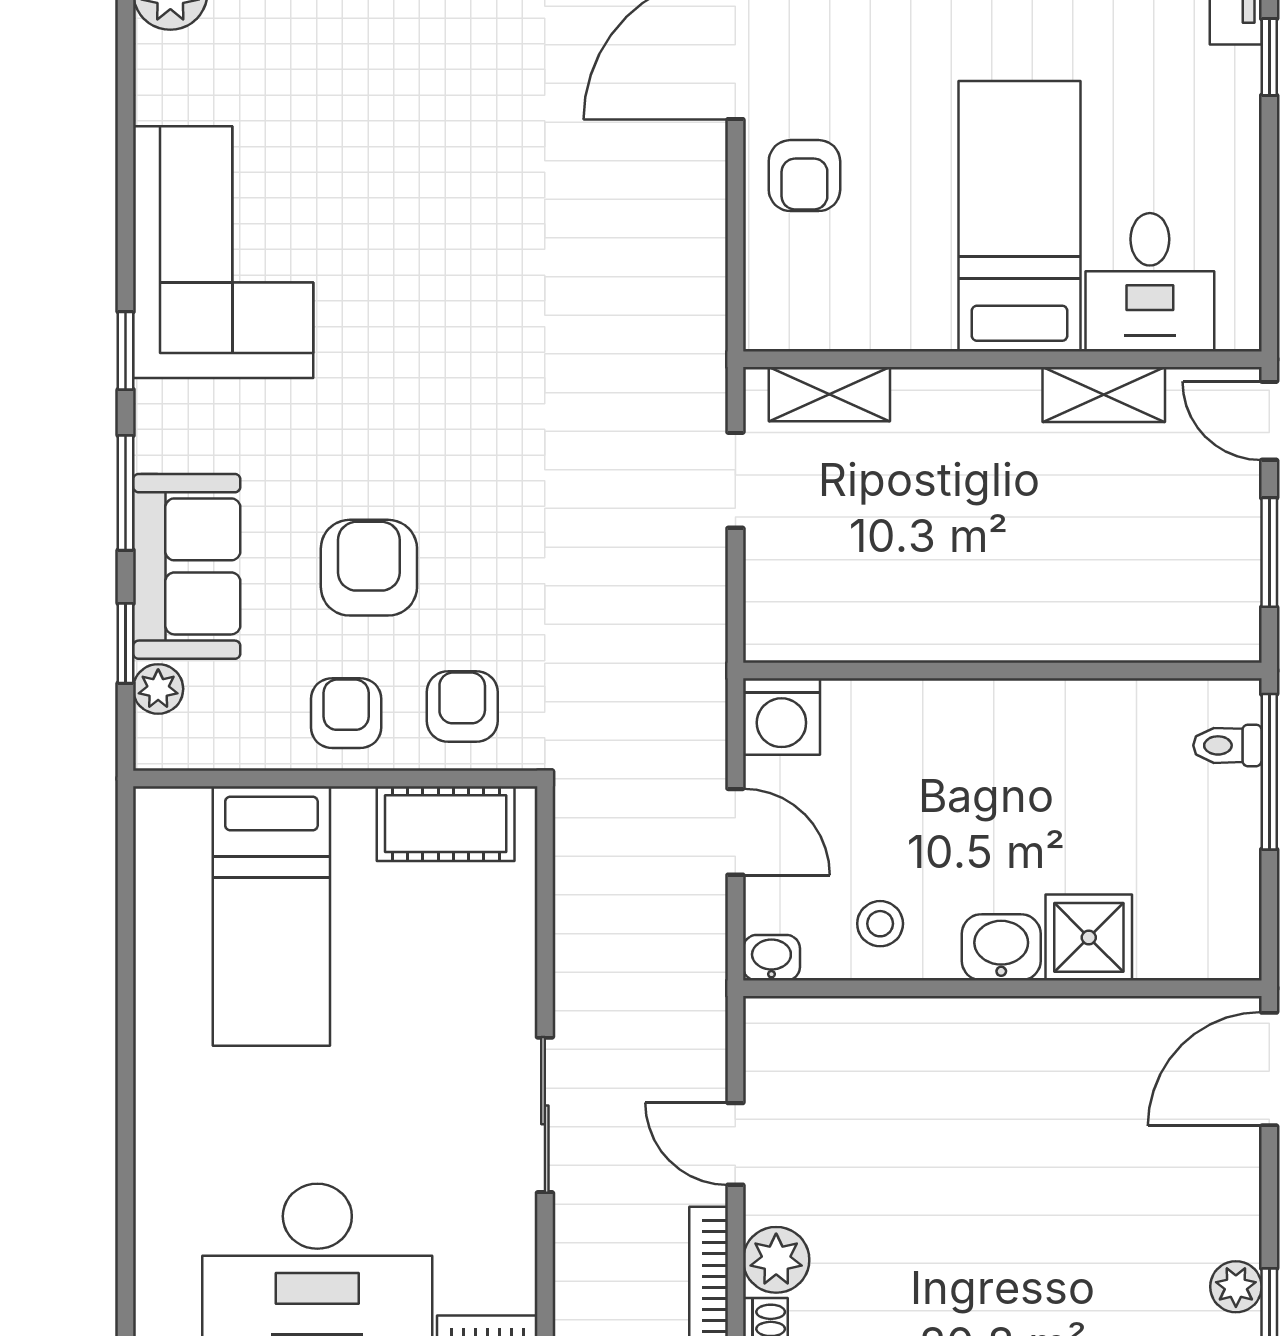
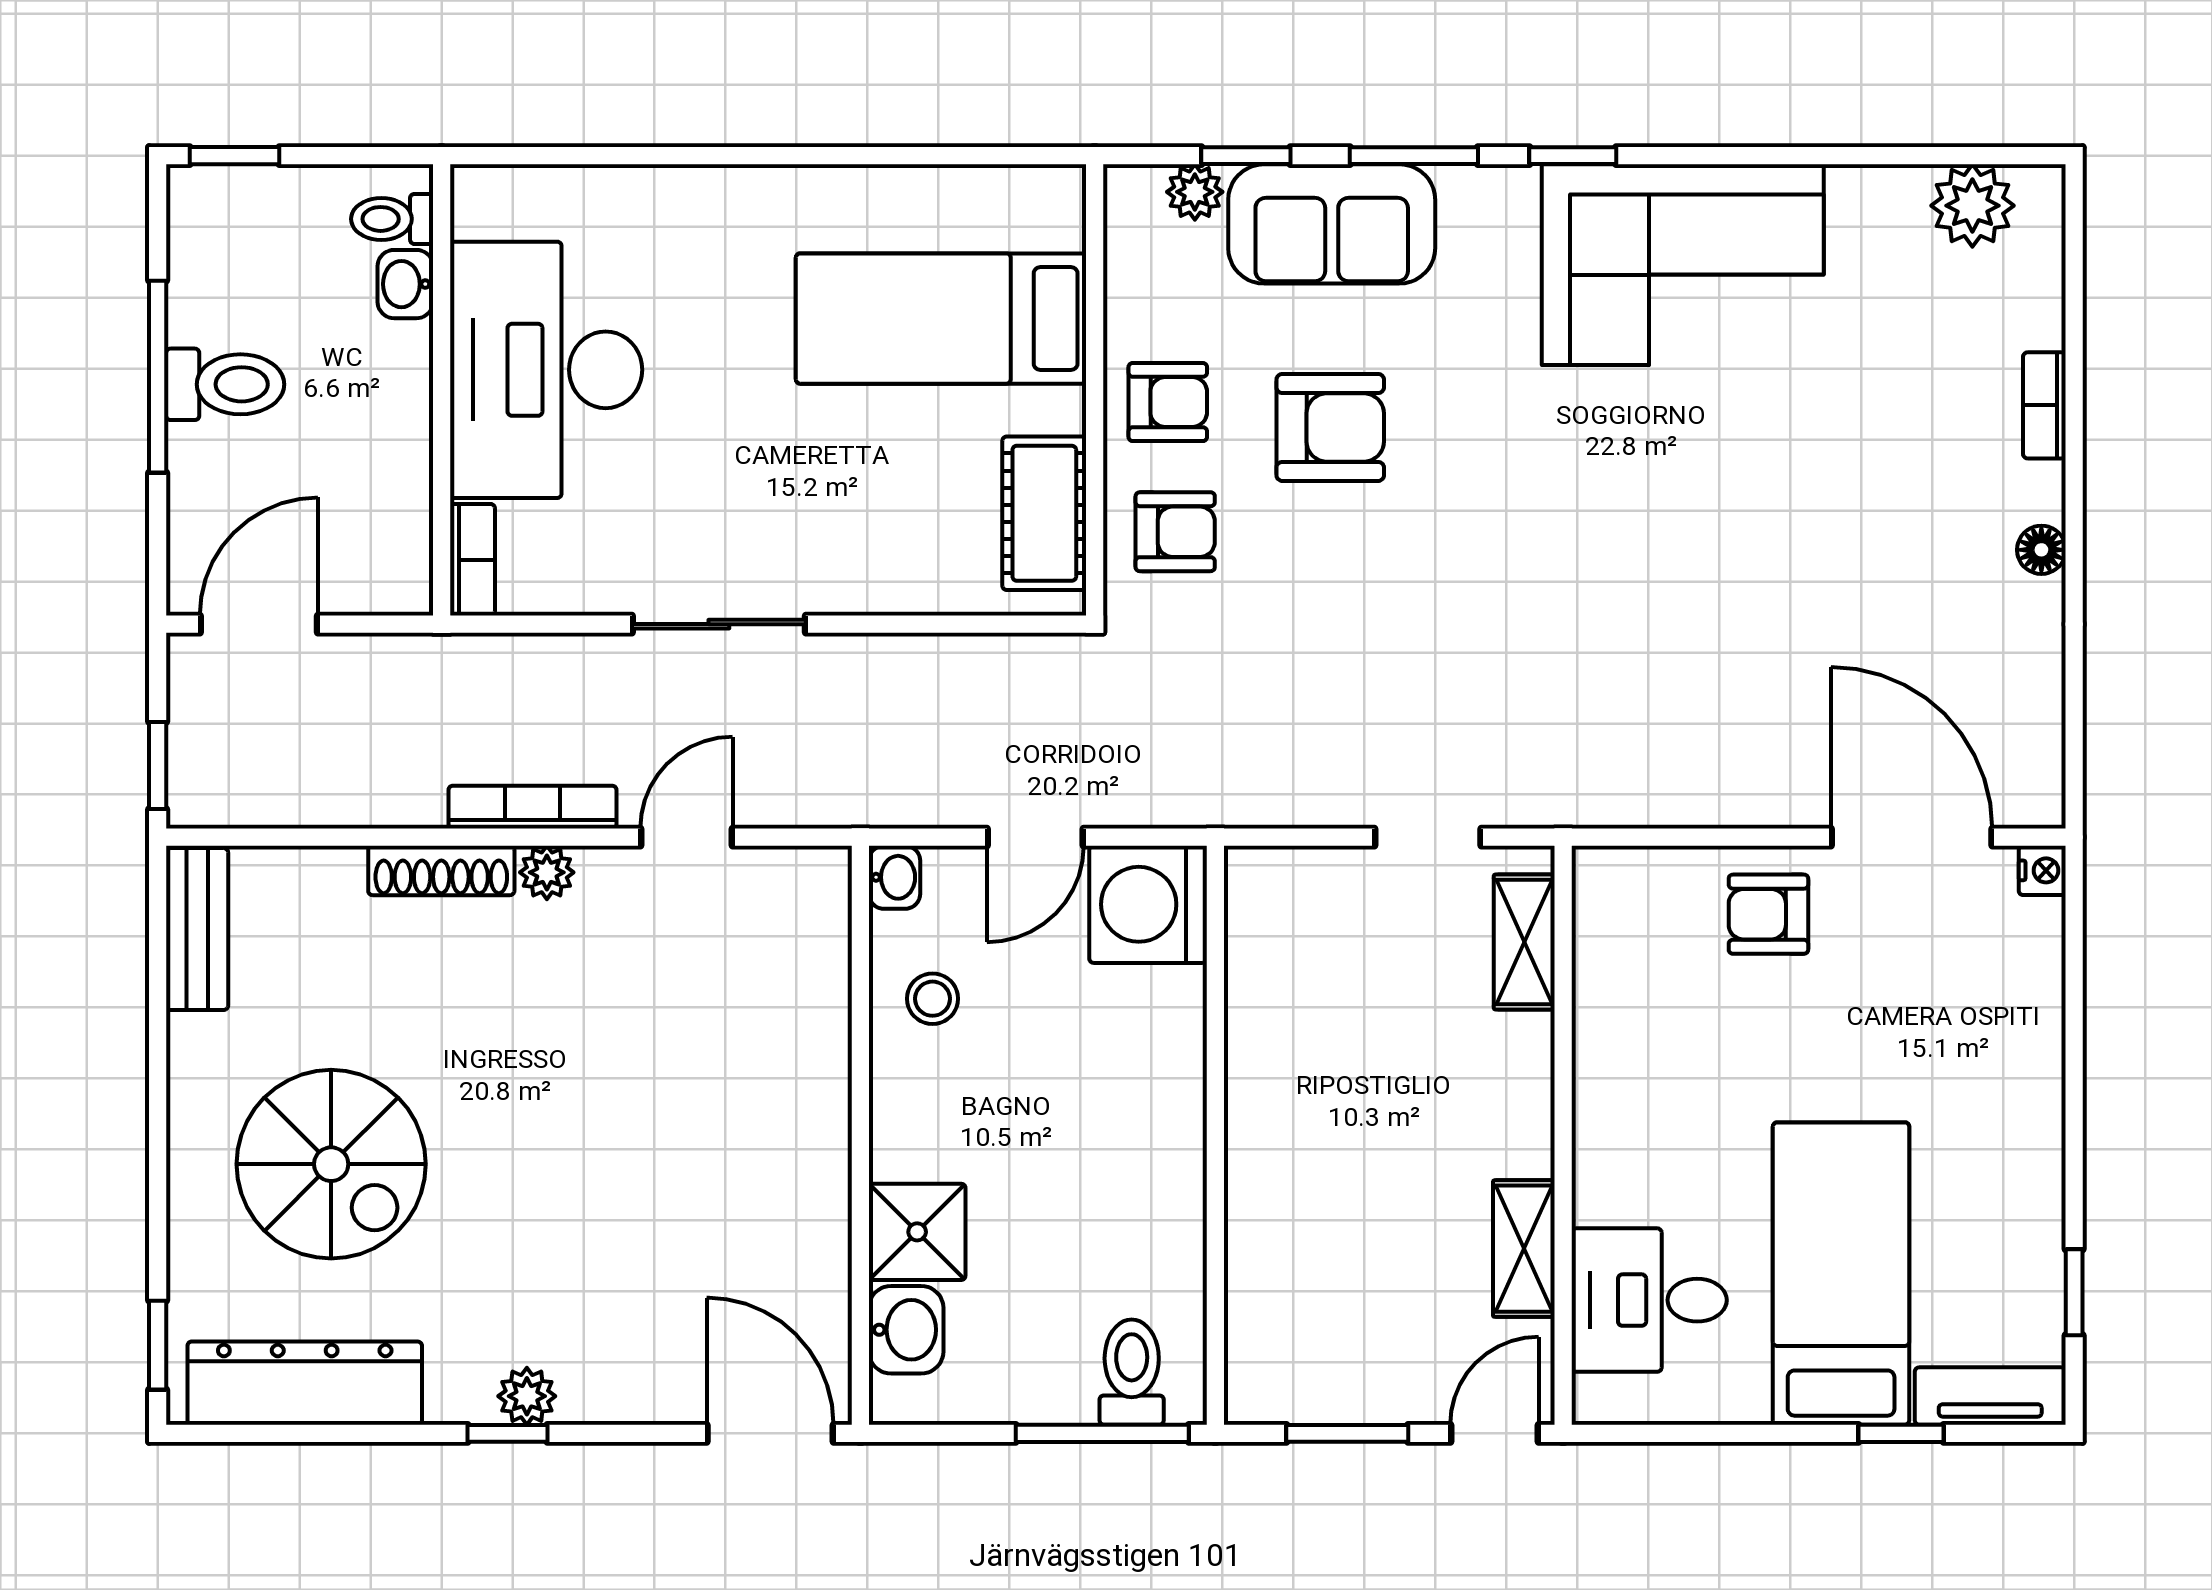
bed: (1020, 216) -> (1841, 1274), moved, turned -90
washing machine: (781, 717) -> (1148, 904), width x1.37, depth x1.37
toilet: (1227, 745) -> (1132, 1372), width x1.37, depth x1.39
washbasin: (1001, 947) -> (906, 1330), moved
plant: (776, 1260) -> (547, 872), width x0.73, depth x0.73

